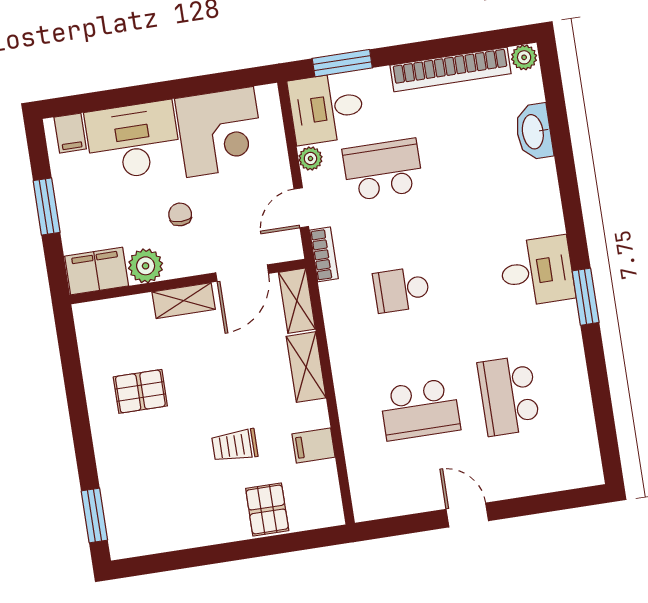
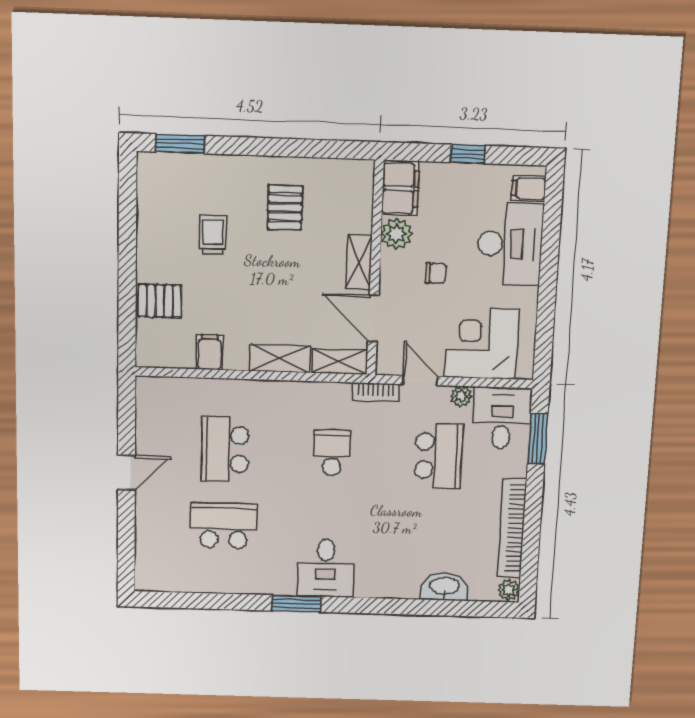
corner desk: (220, 132) -> (482, 343), moved, turned 90
window: (47, 206) -> (468, 154), width x0.67
trolley: (235, 445) -> (213, 235), moved

